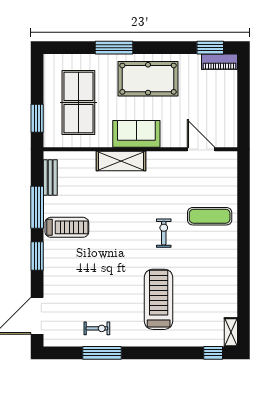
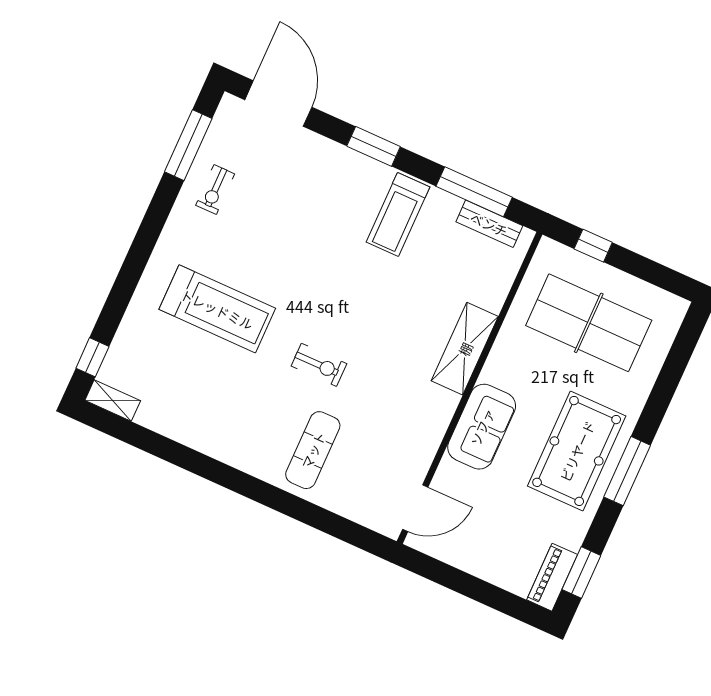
window: (114, 48) -> (627, 471), moved
window: (37, 118) -> (593, 246), width x0.67
sofa: (136, 134) -> (482, 427), moved
door: (201, 149) -> (415, 508), moved
window: (37, 207) -> (474, 192), moved
window: (102, 353) -> (188, 145), moved

